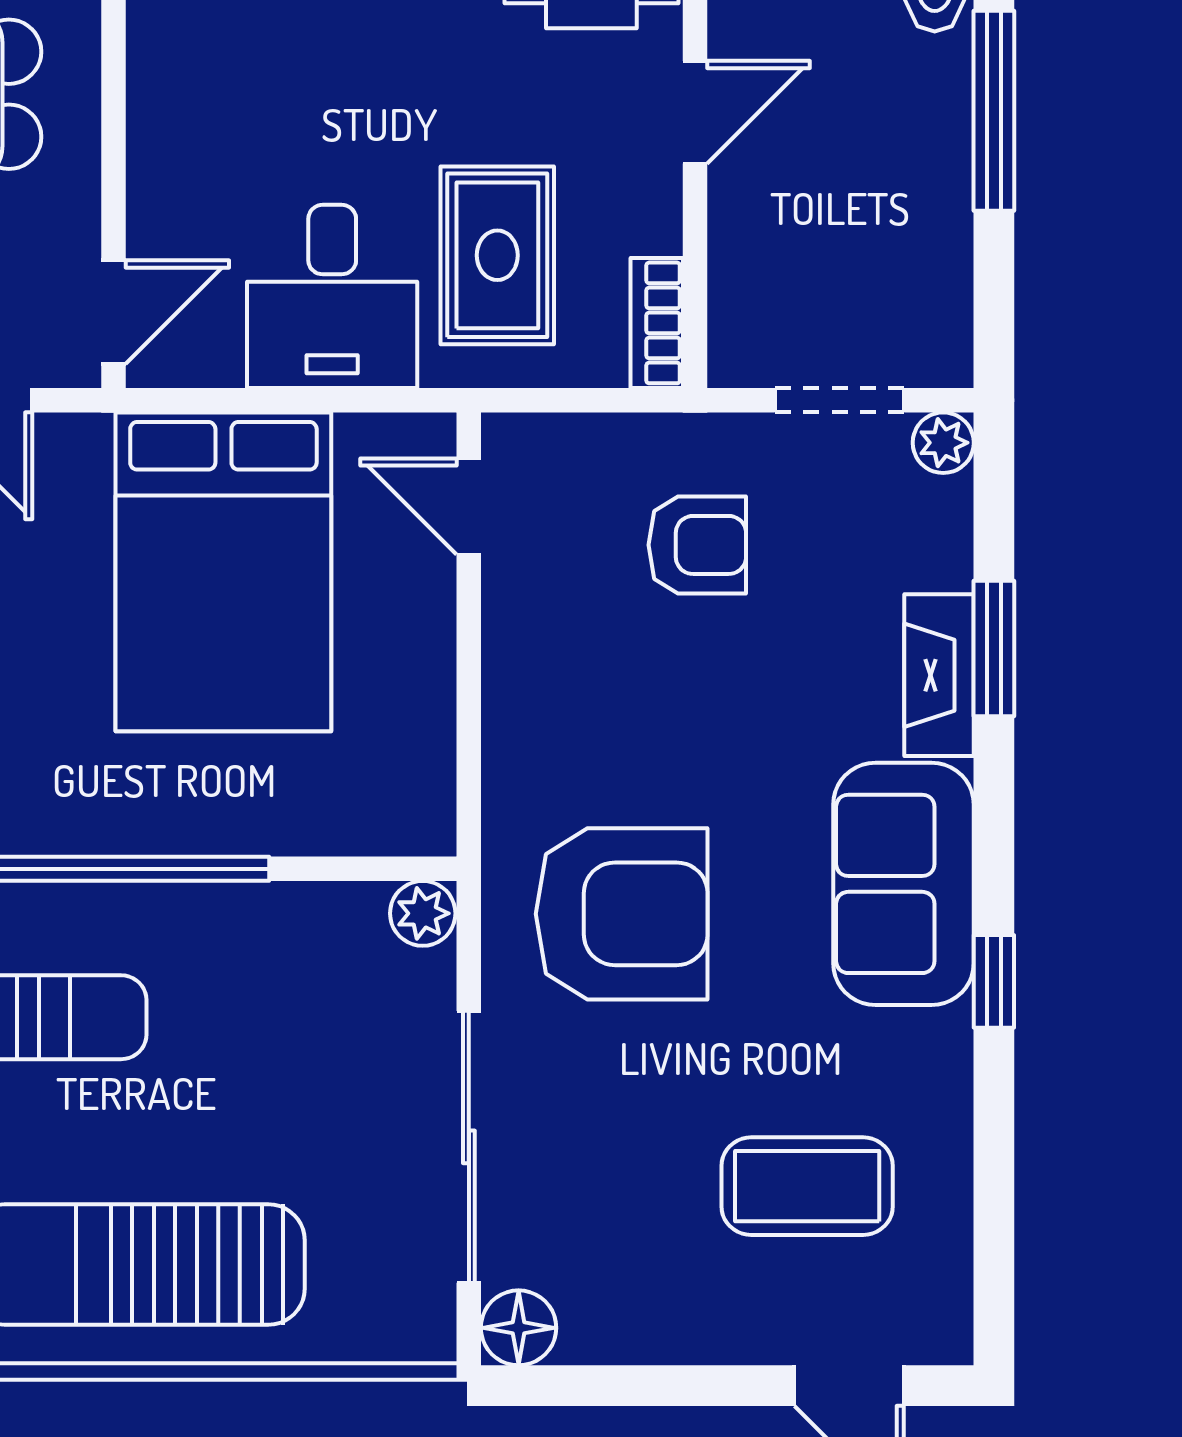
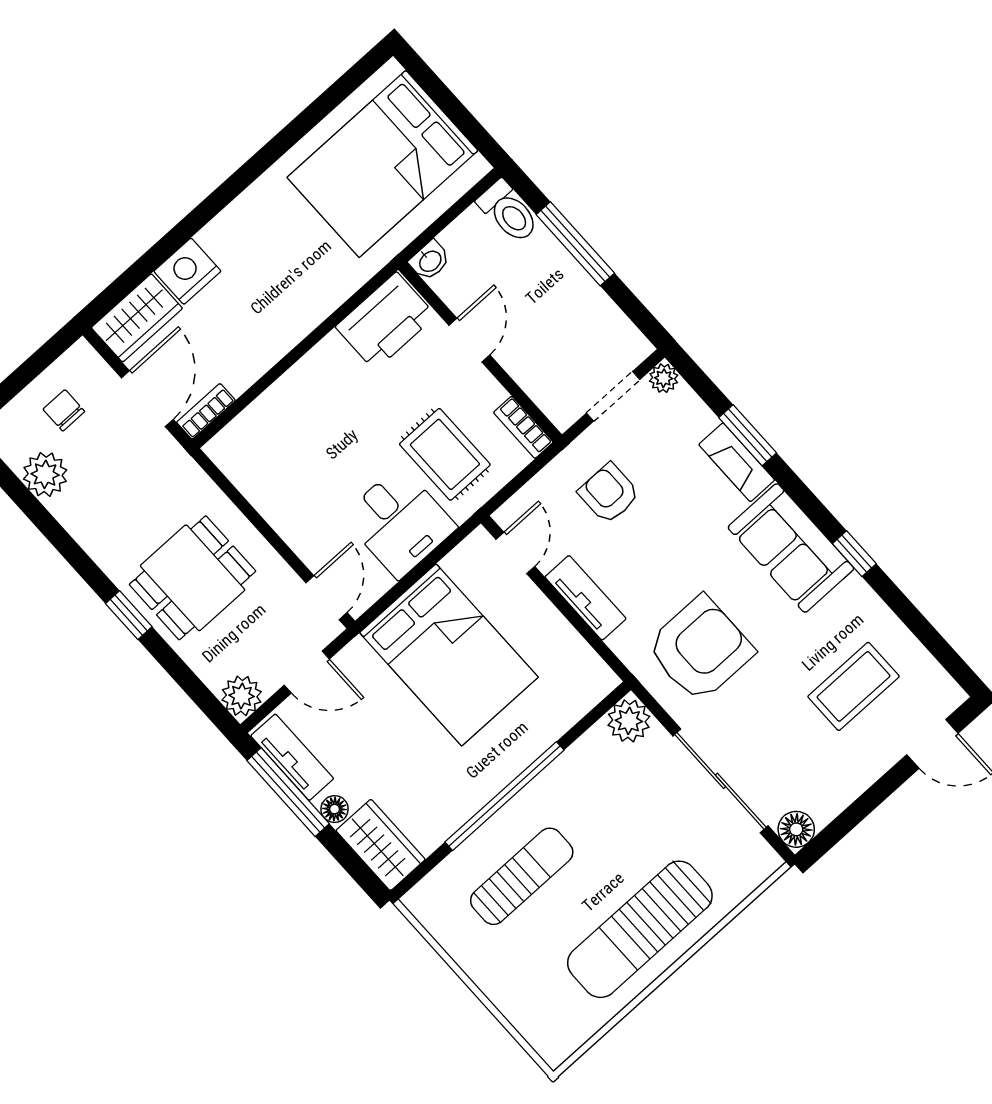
door: (469, 507) -> (515, 553), swing flipped
armchair: (697, 545) -> (609, 493), turned -90
tv unit: (515, 674) -> (585, 598), added
plant: (423, 913) -> (629, 721), width x1.38, depth x1.38

